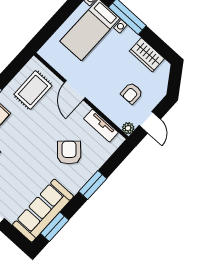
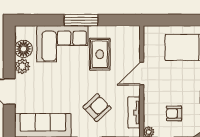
rug: (33, 90) -> (100, 54), moved, turned 90

